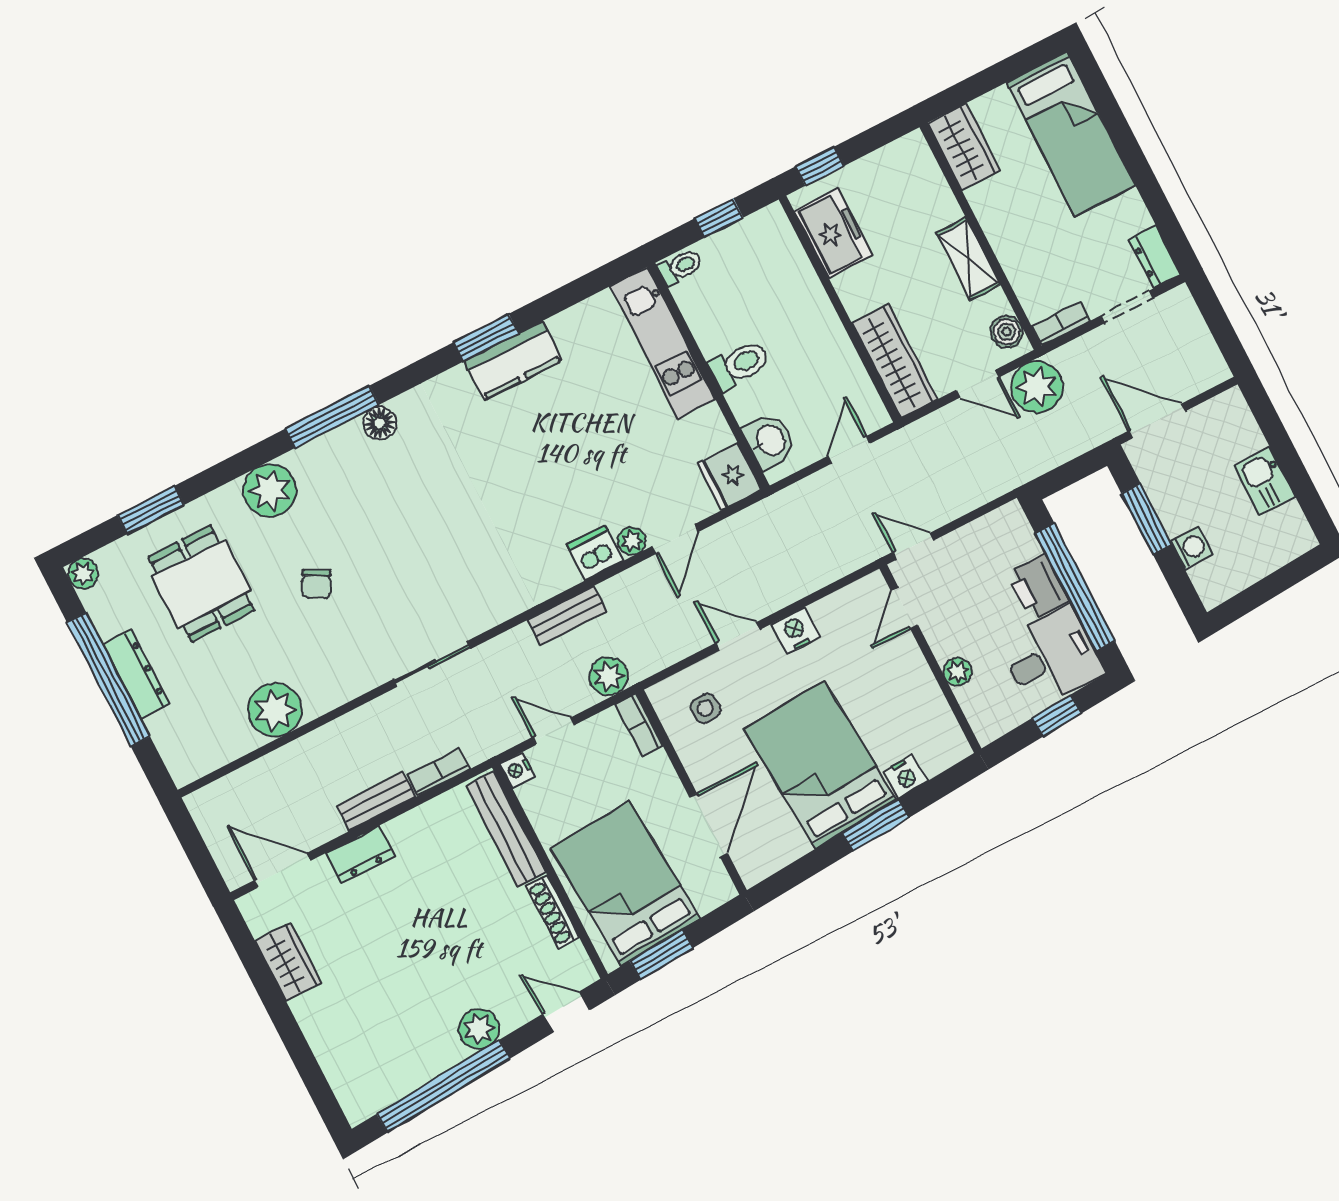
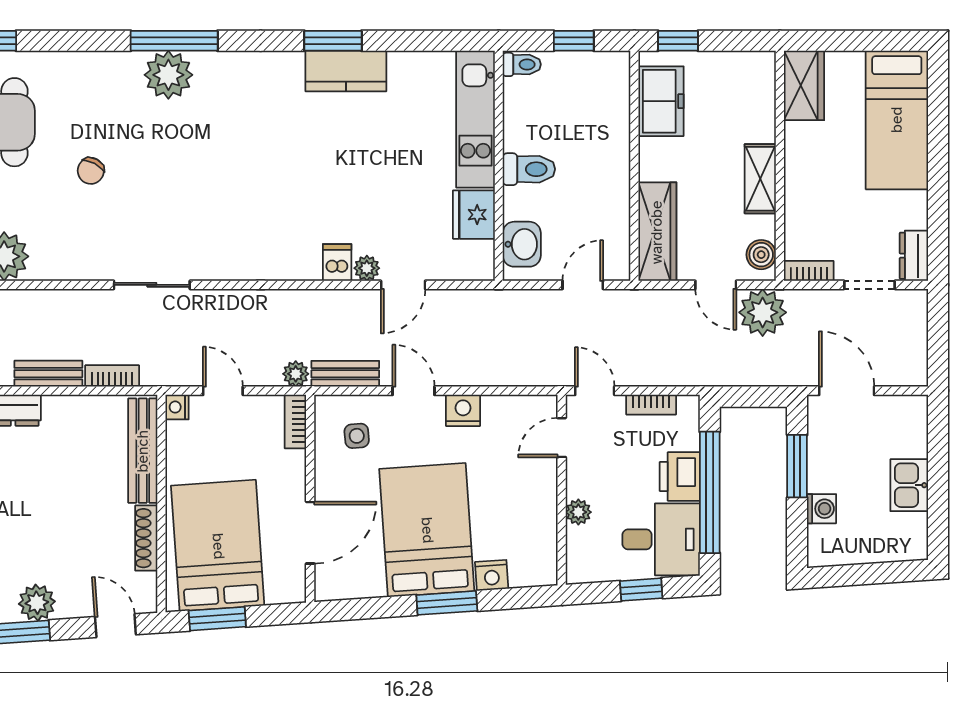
floor lamp: (380, 423) -> (210, 66), removed
fridge: (730, 477) -> (474, 215), moved
plant: (270, 490) -> (168, 75), moved
bookcase: (975, 532) -> (651, 405), added
dishwasher: (595, 553) -> (337, 262), width x0.73
bench: (567, 615) -> (345, 374), moved
plant: (608, 676) -> (296, 374), width x0.73, depth x0.73

